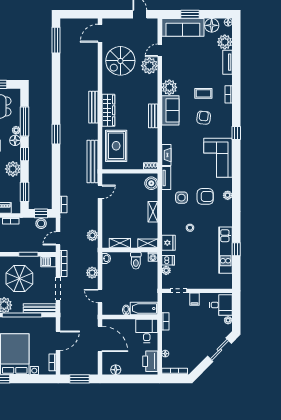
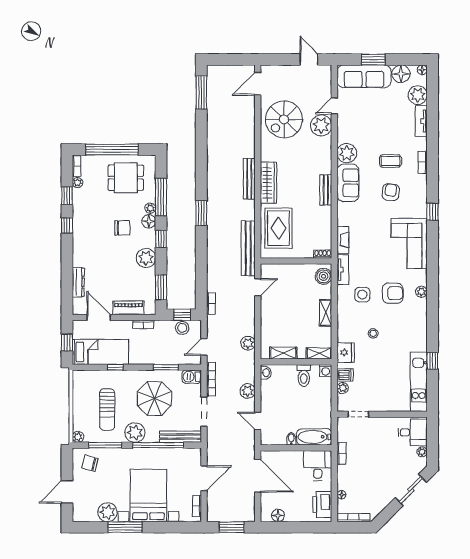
kitchen unit: (225, 250) -> (419, 382), moved
filing cabinet: (195, 299) -> (379, 425), removed

